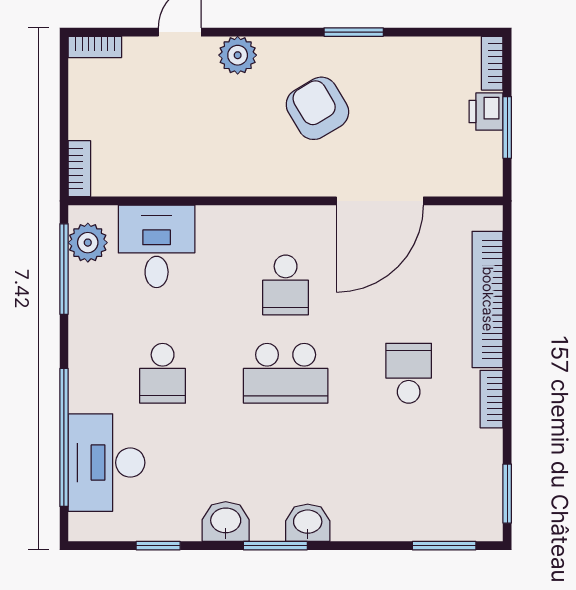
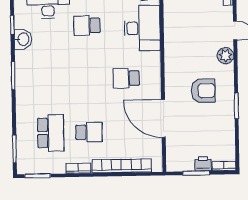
armchair: (317, 108) -> (203, 91), turned 31
desk: (157, 246) -> (142, 28), width x1.37
school desk: (286, 373) -> (51, 133), moved, turned 180
washbasin: (226, 522) -> (23, 39), moved
washbasin: (308, 523) -> (23, 90), removed

